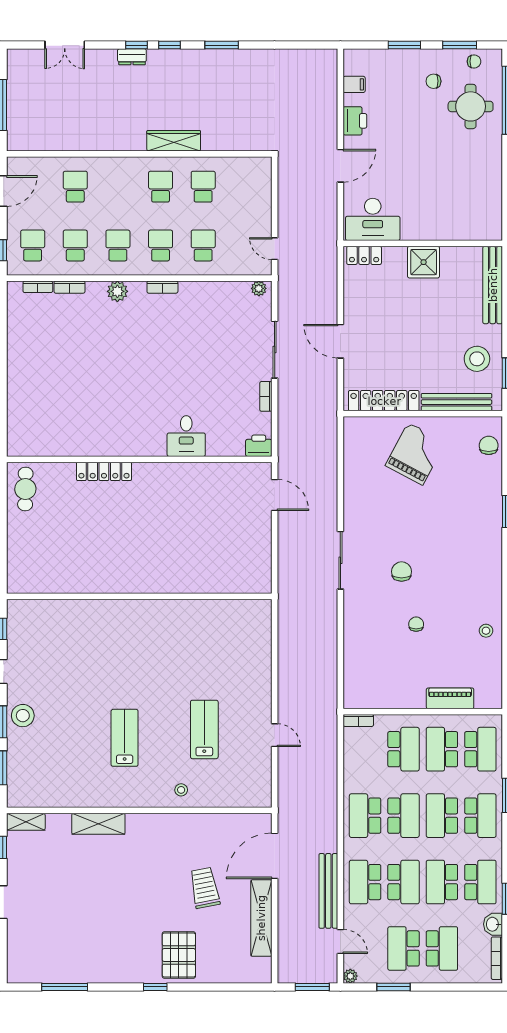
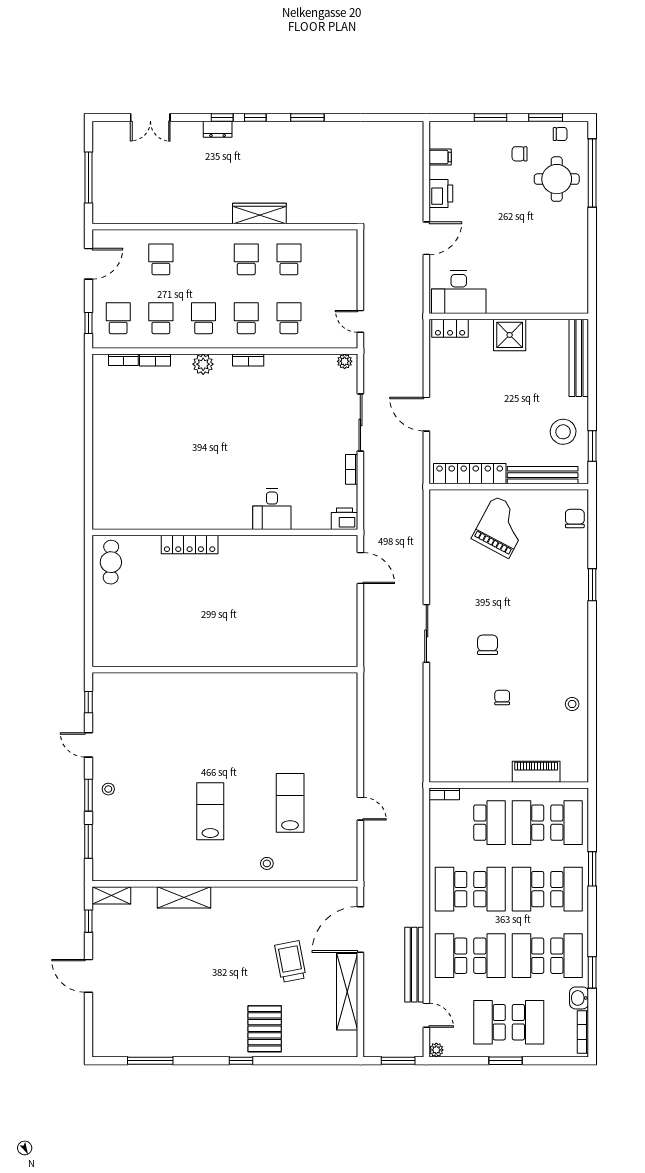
stool: (23, 716) -> (108, 789), width x0.53, depth x0.53
window: (394, 987) -> (506, 1061), moved

